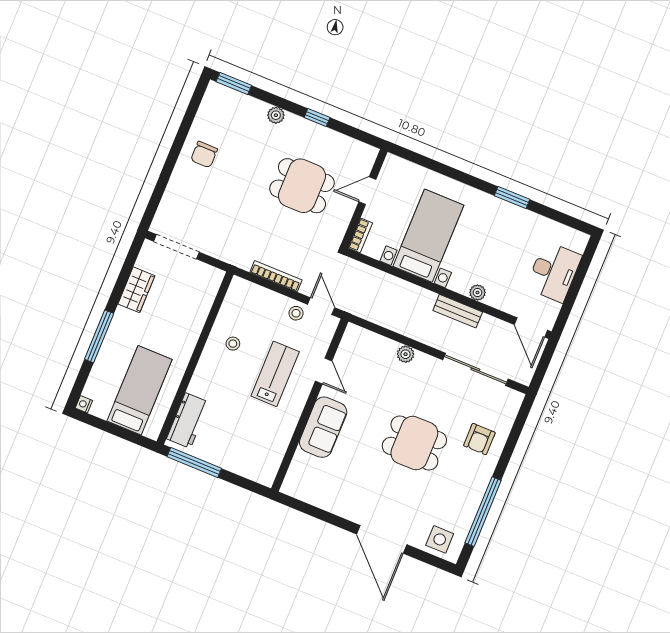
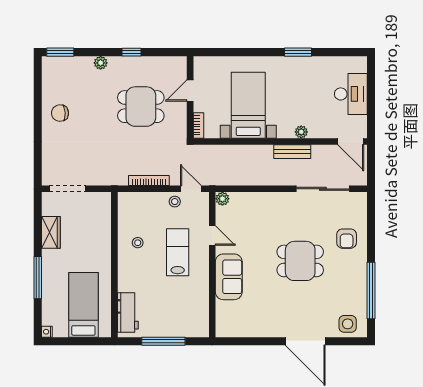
chair: (204, 155) -> (60, 113), turned 87
plant: (406, 354) -> (222, 199), moved
window: (194, 462) -> (163, 341), moved

